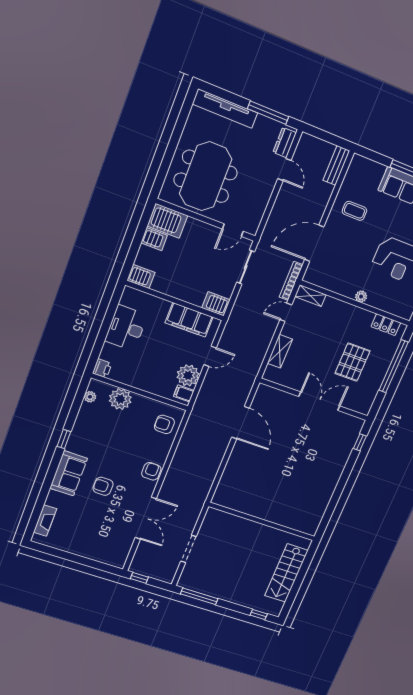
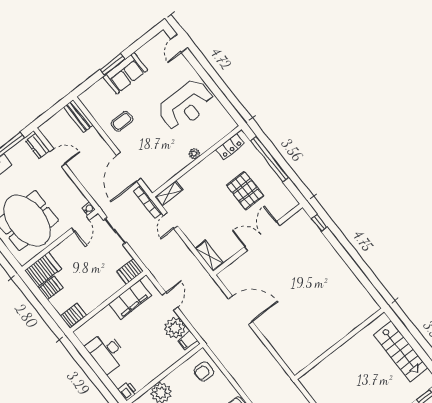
water cooler: (252, 229) -> (89, 209), added
shelving: (280, 351) -> (209, 256), moved

